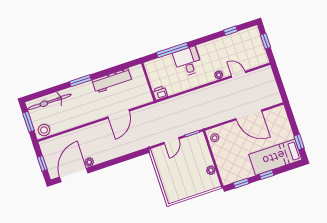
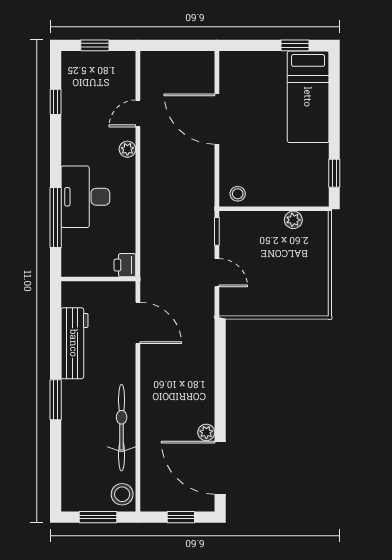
desk: (188, 62) -> (85, 197), width x1.37
bicycle: (49, 102) -> (122, 428), moved, turned 180
door: (119, 114) -> (138, 323), moved
door: (249, 115) -> (217, 119), swing flipped
window: (267, 175) -> (334, 123), removed

